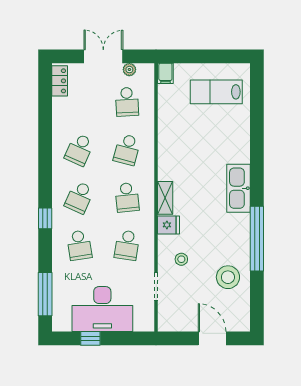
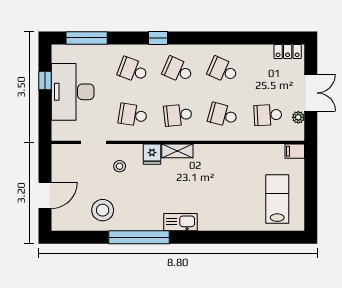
kitchen sink: (239, 188) -> (180, 222), width x0.73, depth x0.81
school desk: (79, 245) -> (133, 70), turned 30

